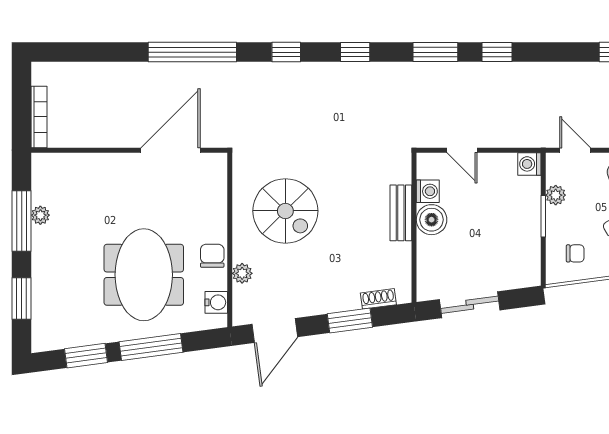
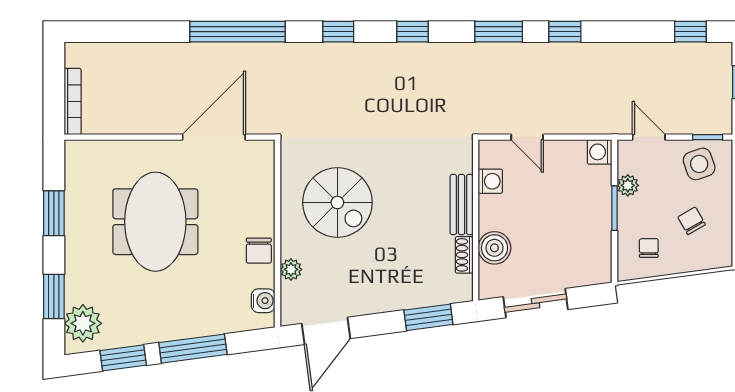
plant: (40, 215) -> (83, 323), moved, width x1.88, depth x1.88
boiler: (432, 220) -> (494, 248), moved
window: (22, 221) -> (54, 213), width x0.69
chair: (575, 253) -> (649, 248), turned -90
chair: (212, 256) -> (259, 251), turned 180
meeting table: (144, 275) -> (155, 222), moved
shoe rack: (378, 299) -> (464, 255), moved, turned -82
window: (350, 321) -> (428, 317), moved

